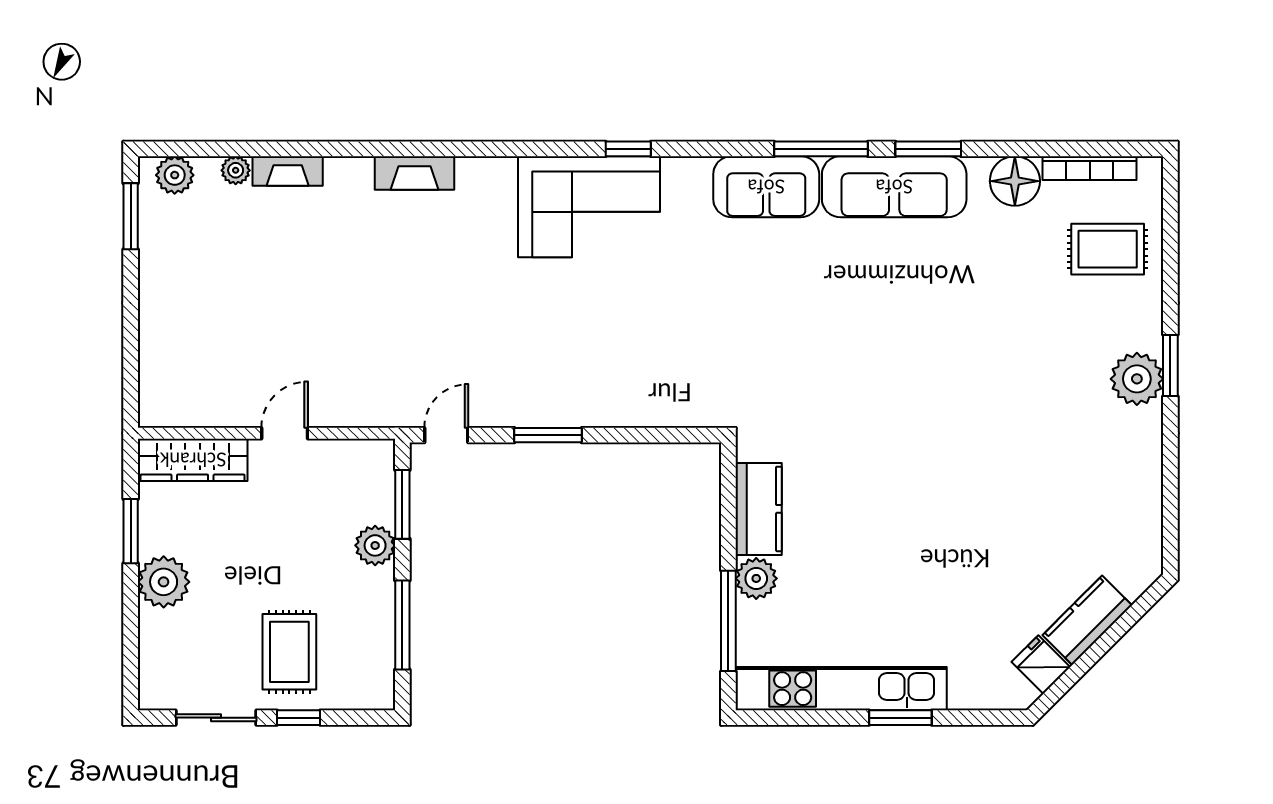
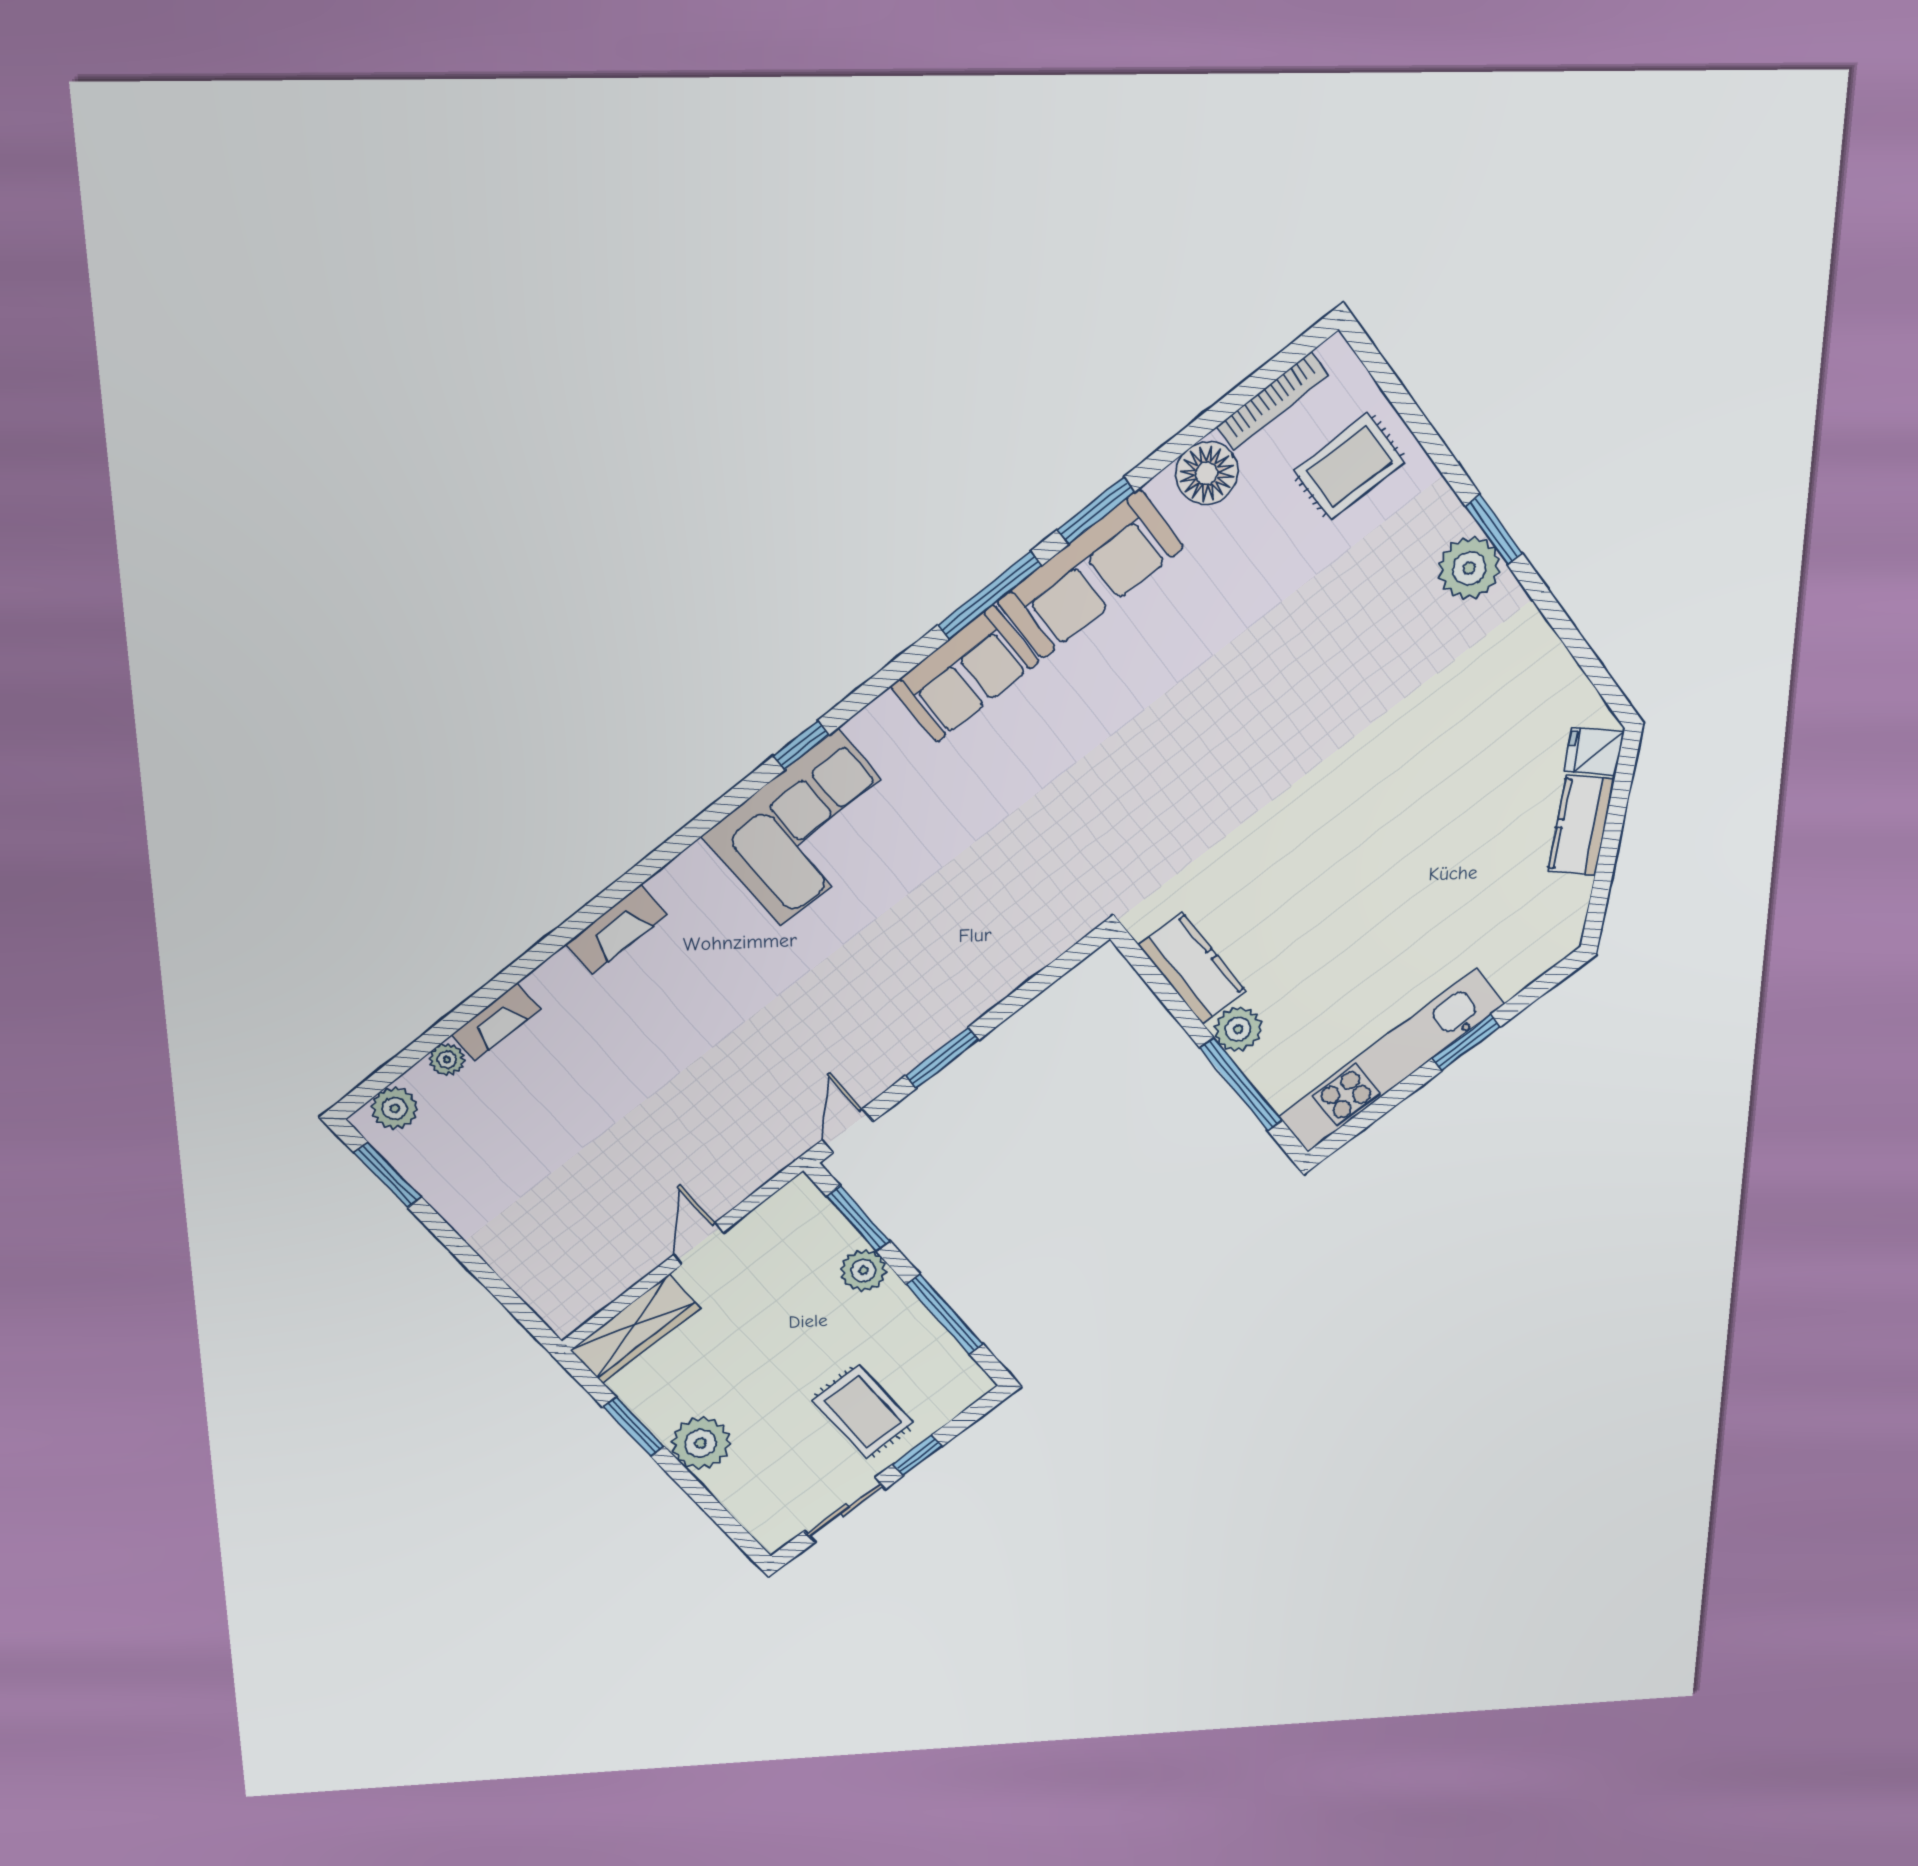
fridge: (1041, 665) -> (1594, 752), moved

